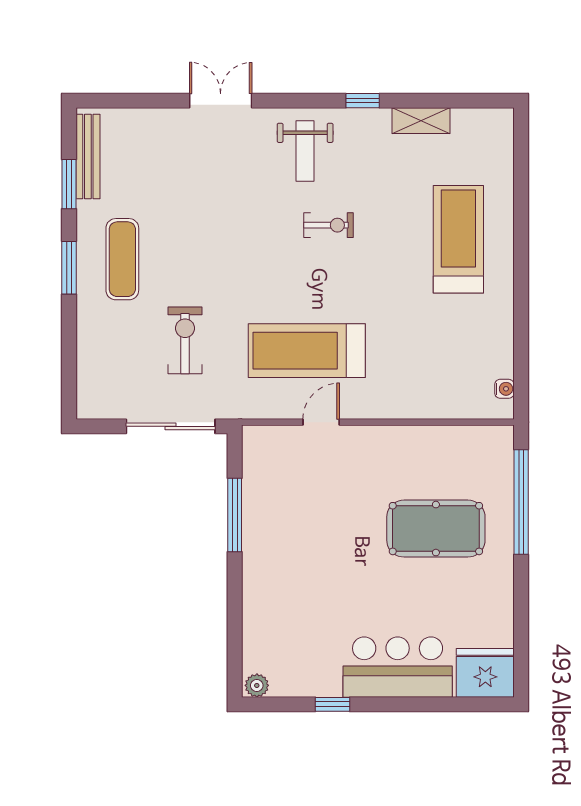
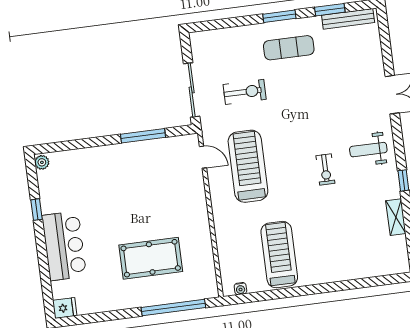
treadmill: (458, 239) -> (279, 255), moved, turned -90
door: (321, 422) -> (203, 157), moved
pool table: (436, 529) -> (151, 258), turned 90
fridge: (485, 673) -> (65, 308), width x0.53, depth x0.75

